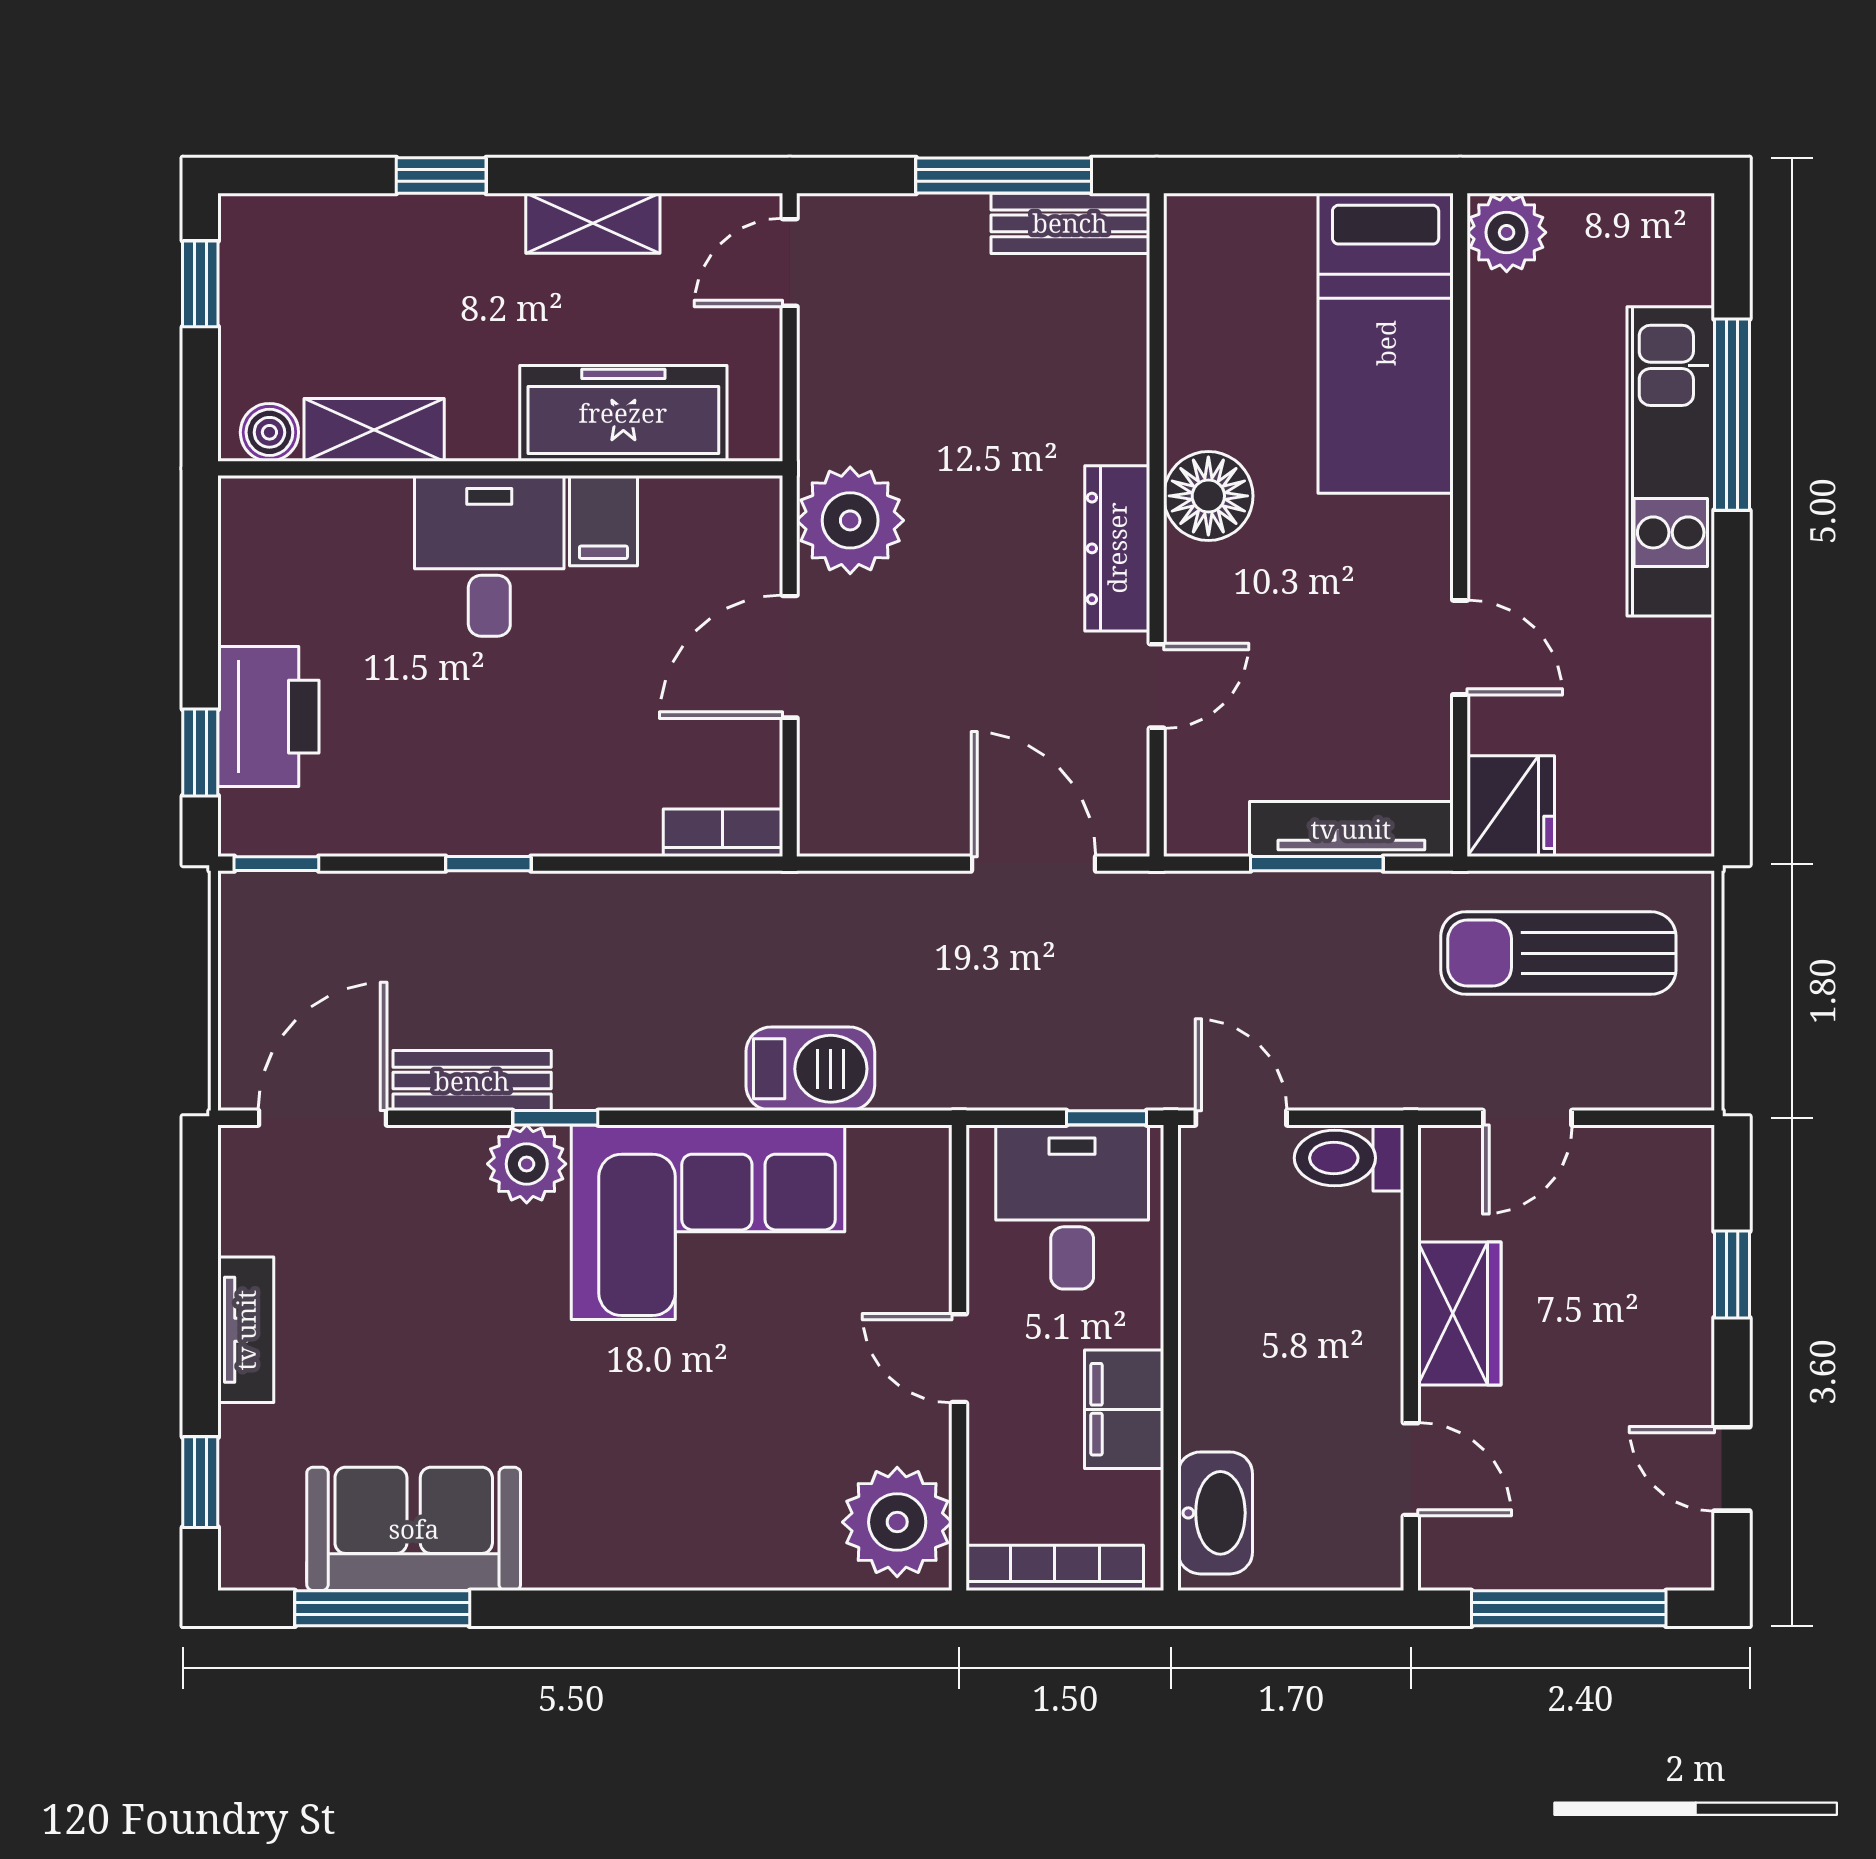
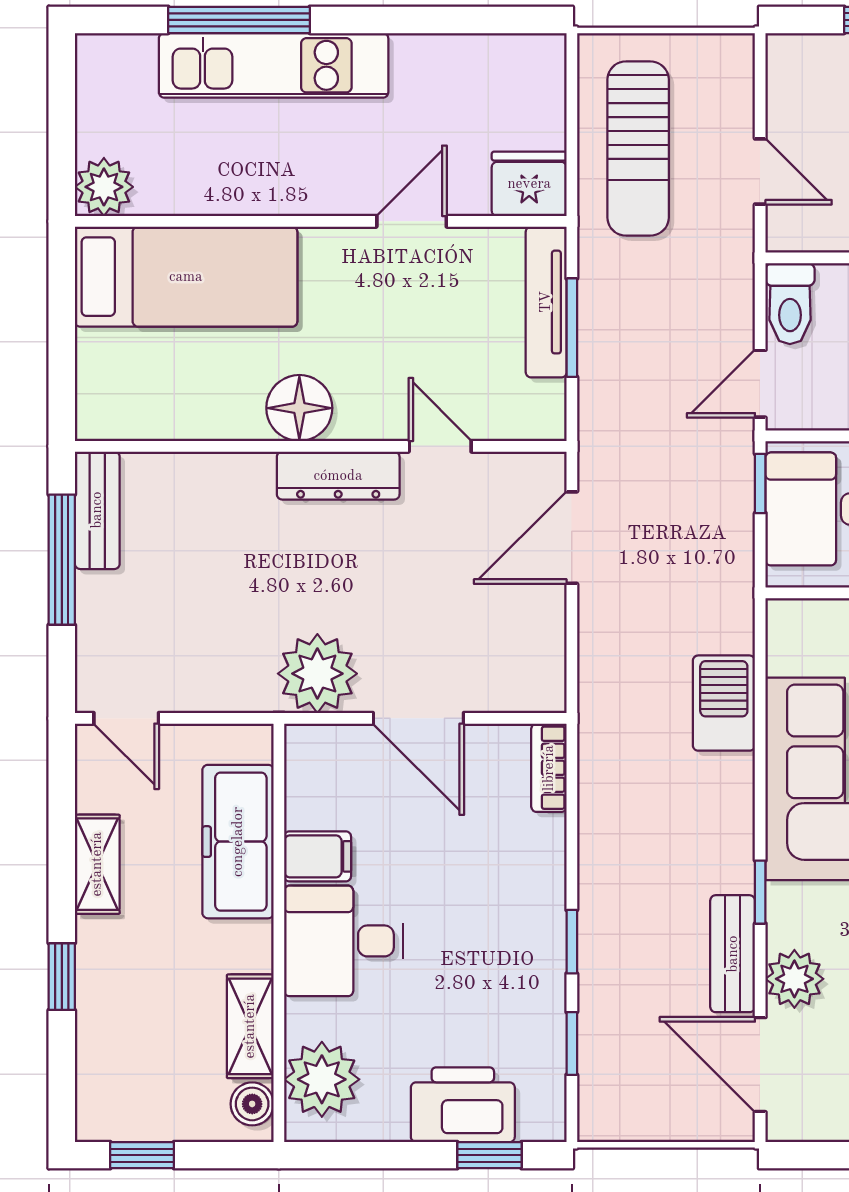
plant: (303, 526) -> (322, 1079), added
window: (276, 864) -> (572, 1043), moved
plant: (527, 1164) -> (794, 979), moved

